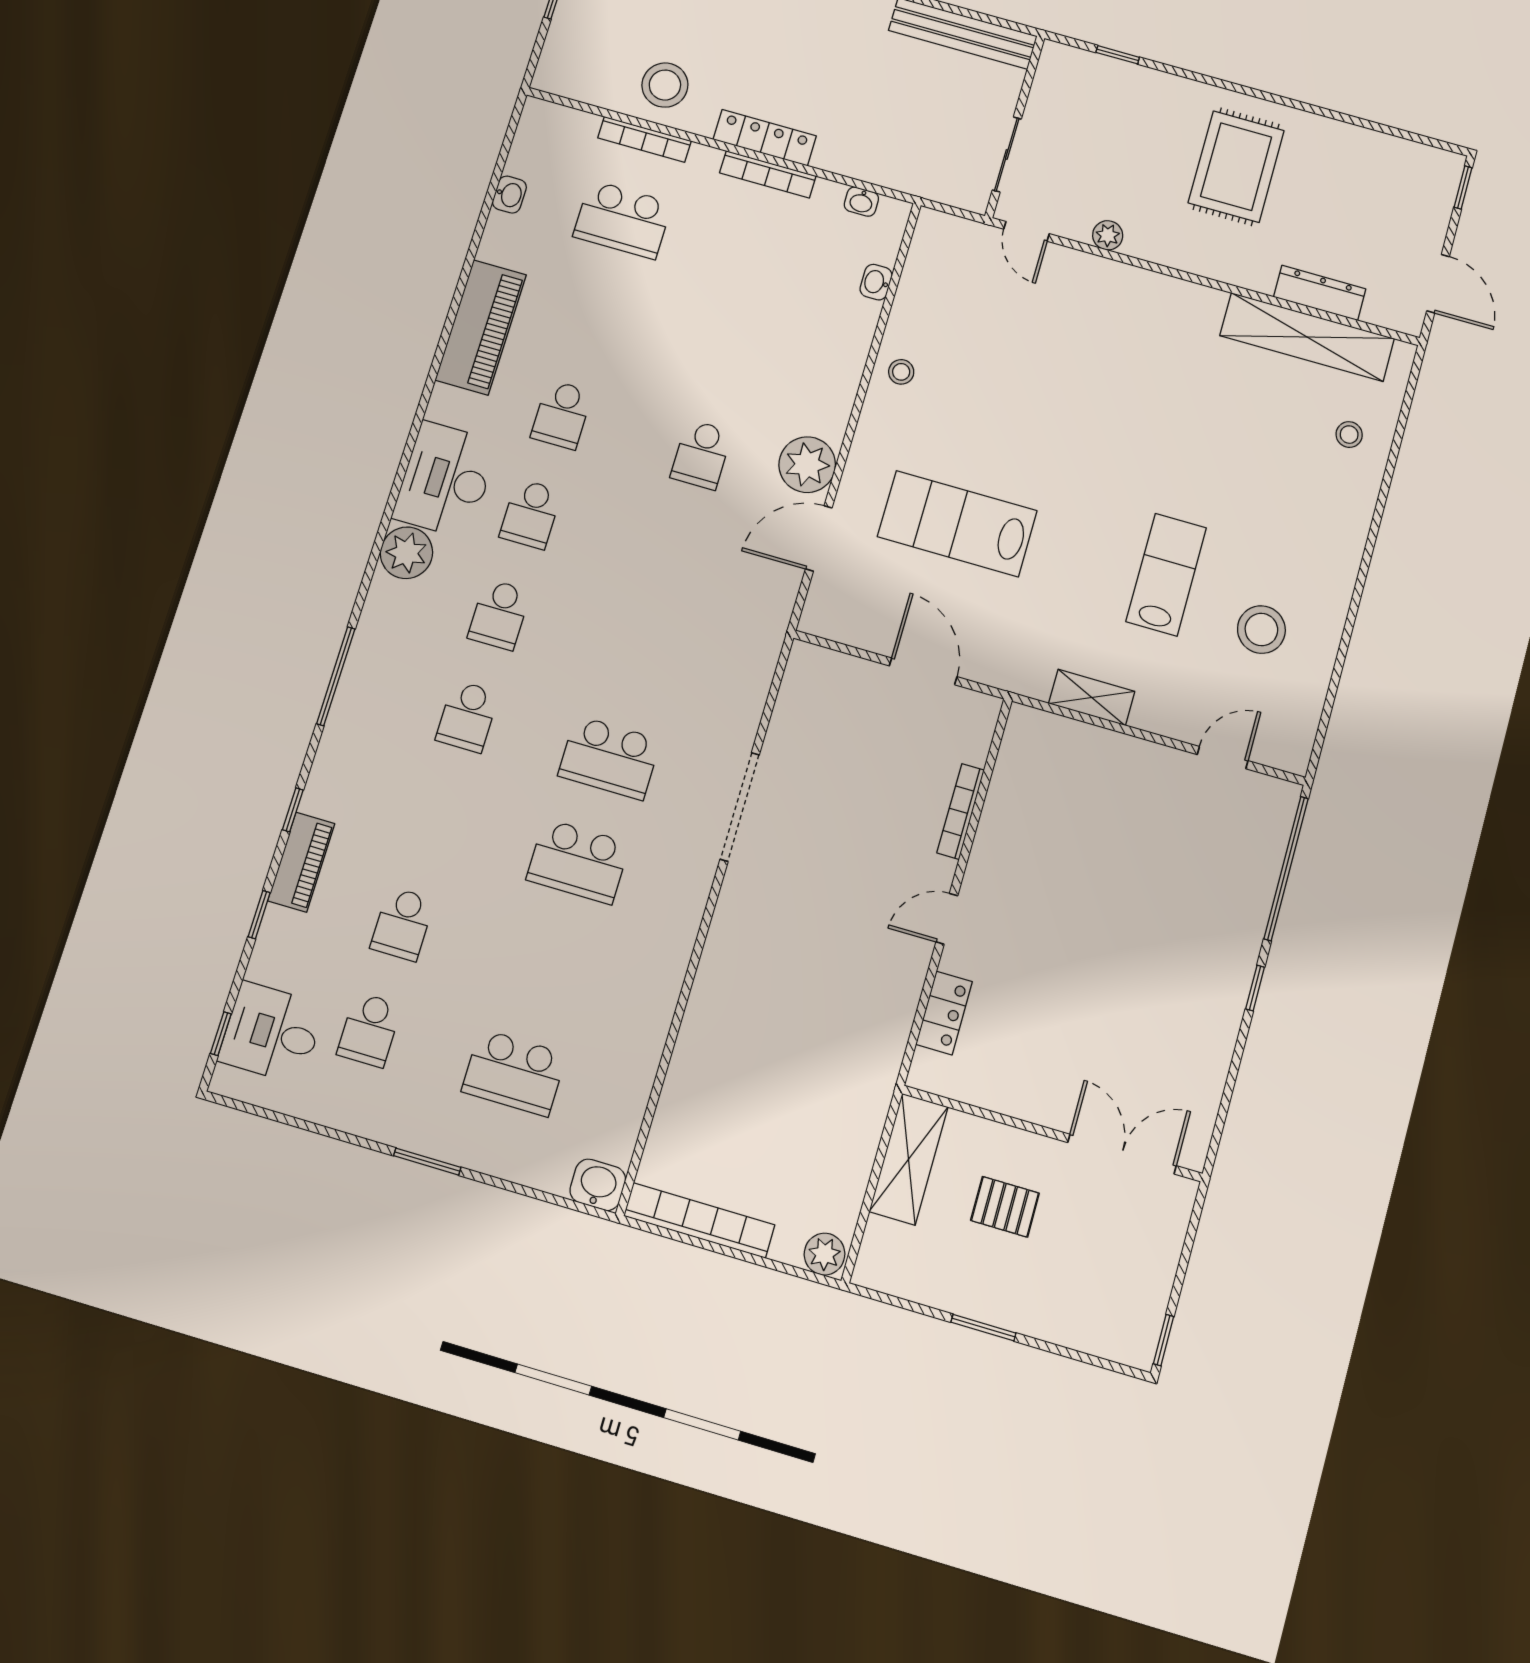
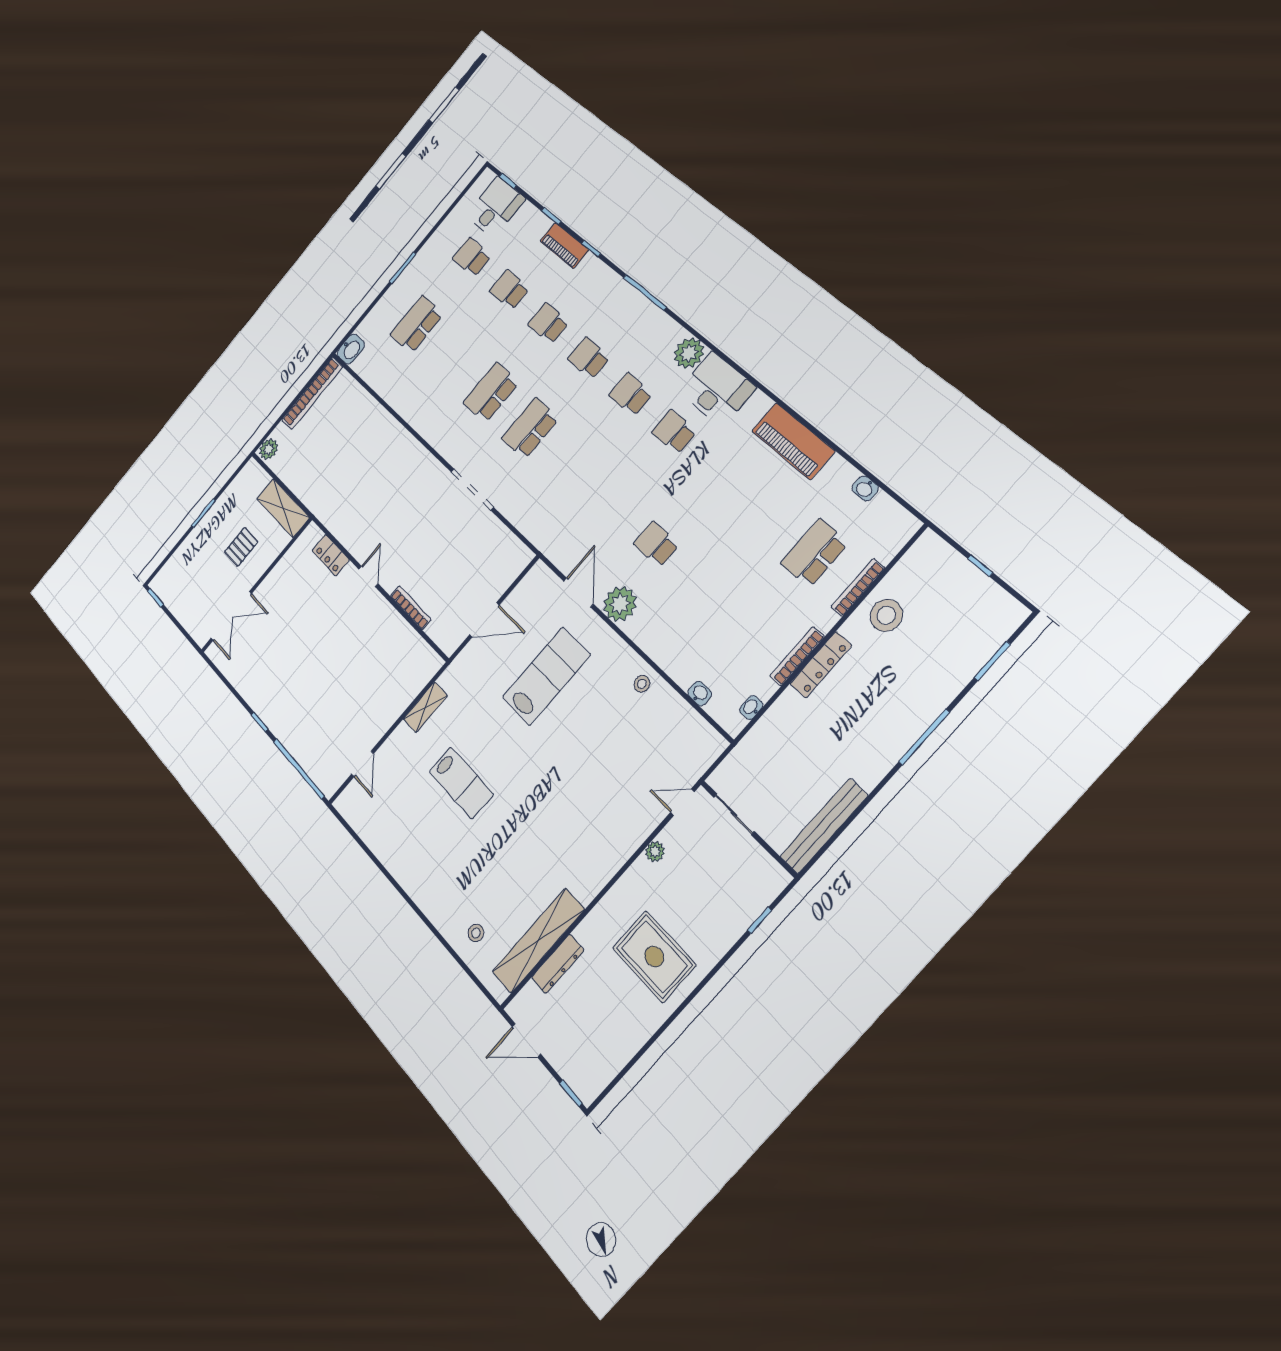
school desk: (562, 415) -> (548, 323), moved
stool: (1261, 630) -> (409, 821), removed

